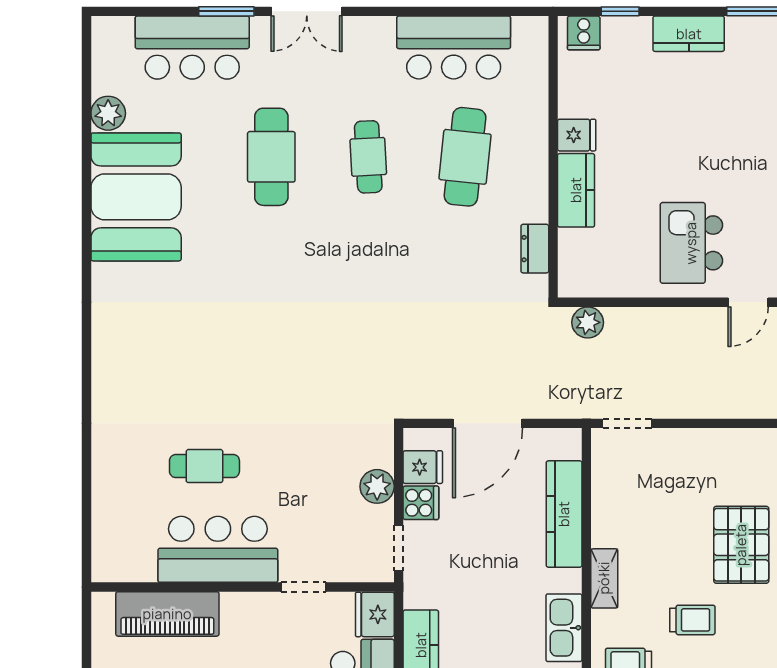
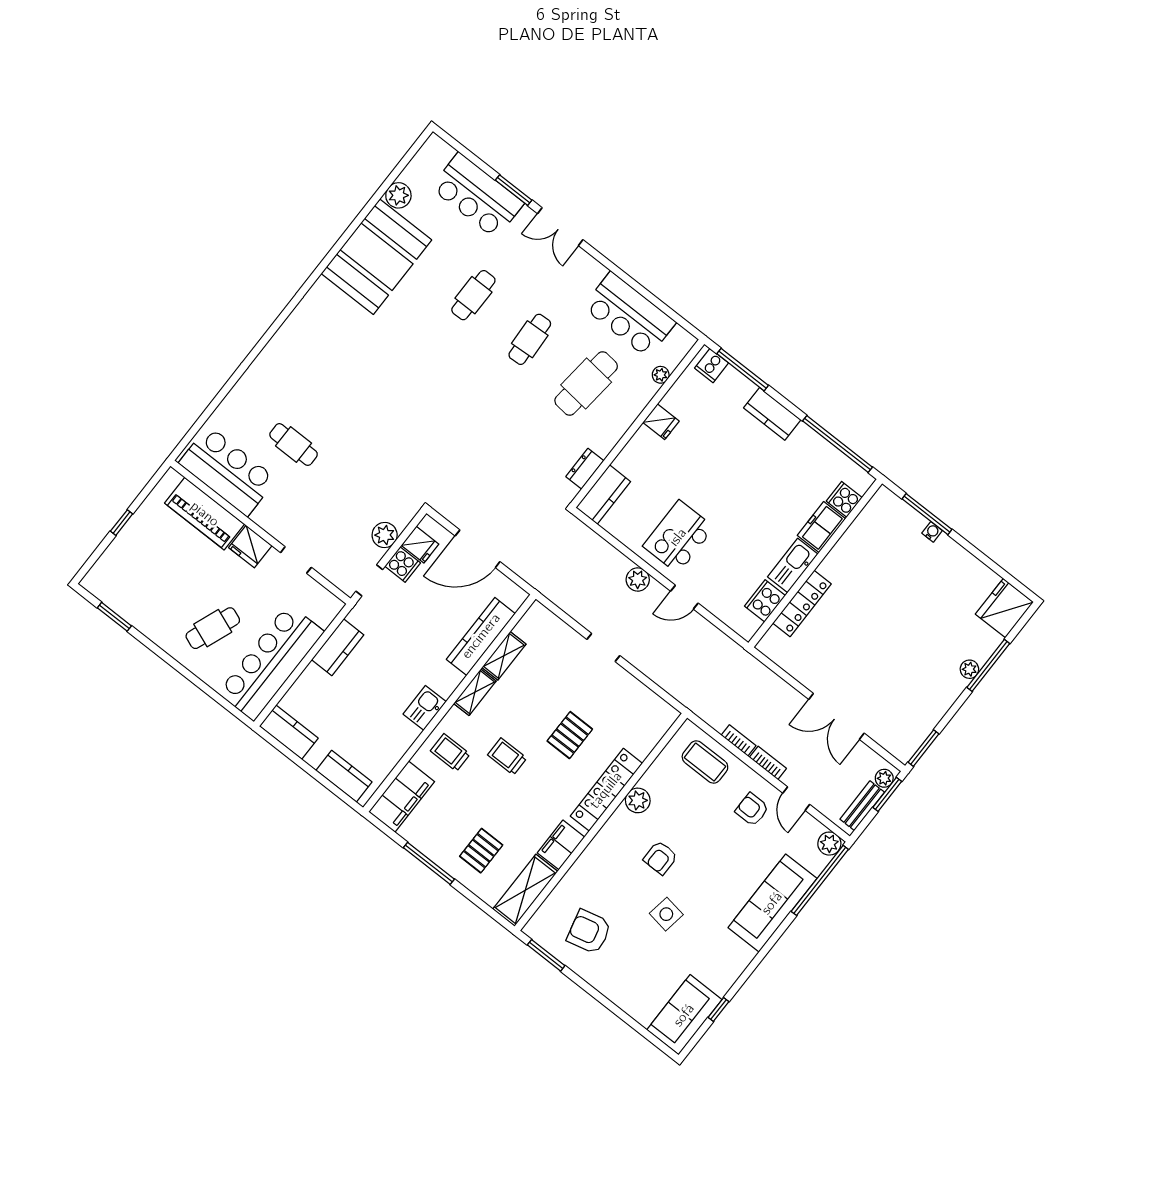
window: (620, 11) -> (743, 370), width x2.17
plant: (537, 85) -> (661, 375), added
cafe table: (271, 157) -> (473, 295), width x0.73, depth x0.74
kitchen counter: (576, 190) -> (603, 495), moved
plant: (588, 322) -> (638, 579), moved
doorway: (627, 423) -> (603, 647), moved
shelving: (605, 515) -> (504, 656), added
pallet: (741, 545) -> (570, 735), width x0.67, depth x0.71
bar counter: (218, 549) -> (228, 471), moved
fridge: (375, 614) -> (250, 547), moved, turned -90
trolley: (692, 620) -> (507, 756), turned 180
kitchen sink: (564, 628) -> (425, 708), width x0.73

